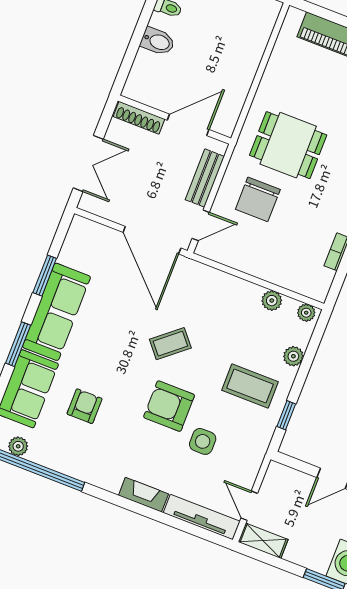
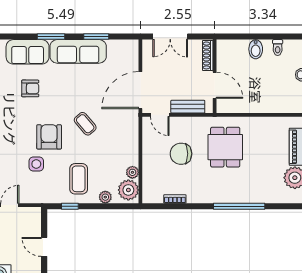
chair: (258, 199) -> (181, 154), moved
plant: (306, 313) -> (128, 190), width x1.87, depth x1.87

